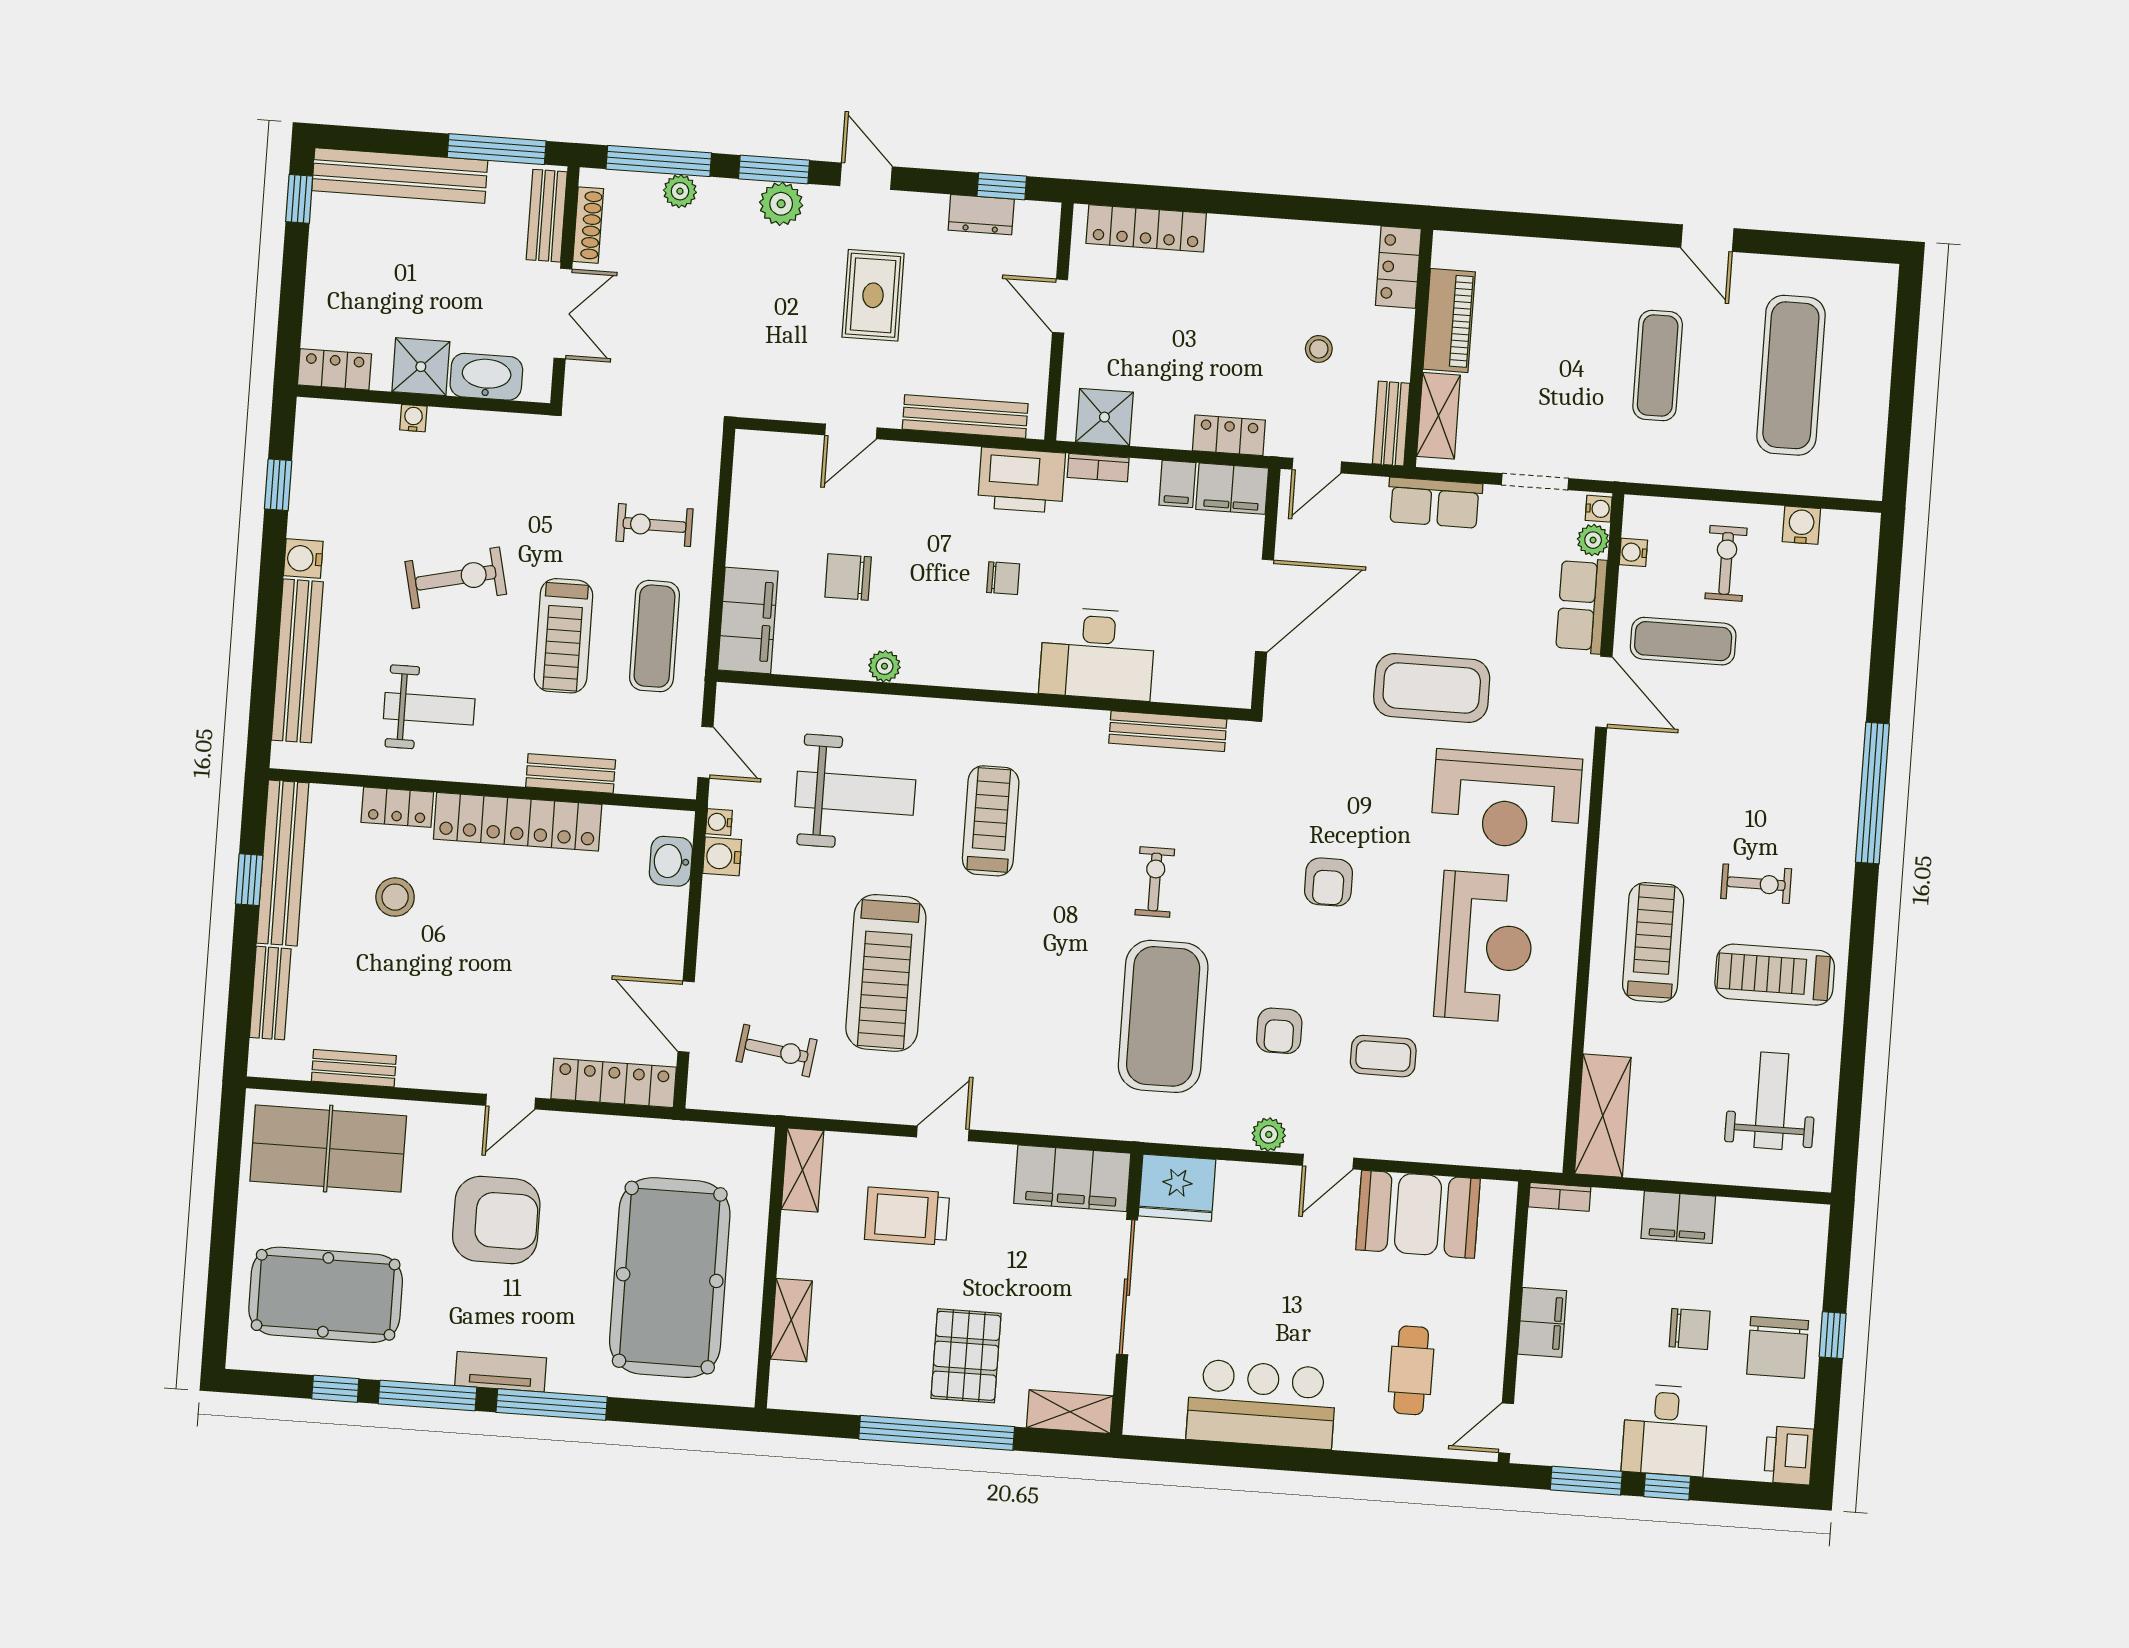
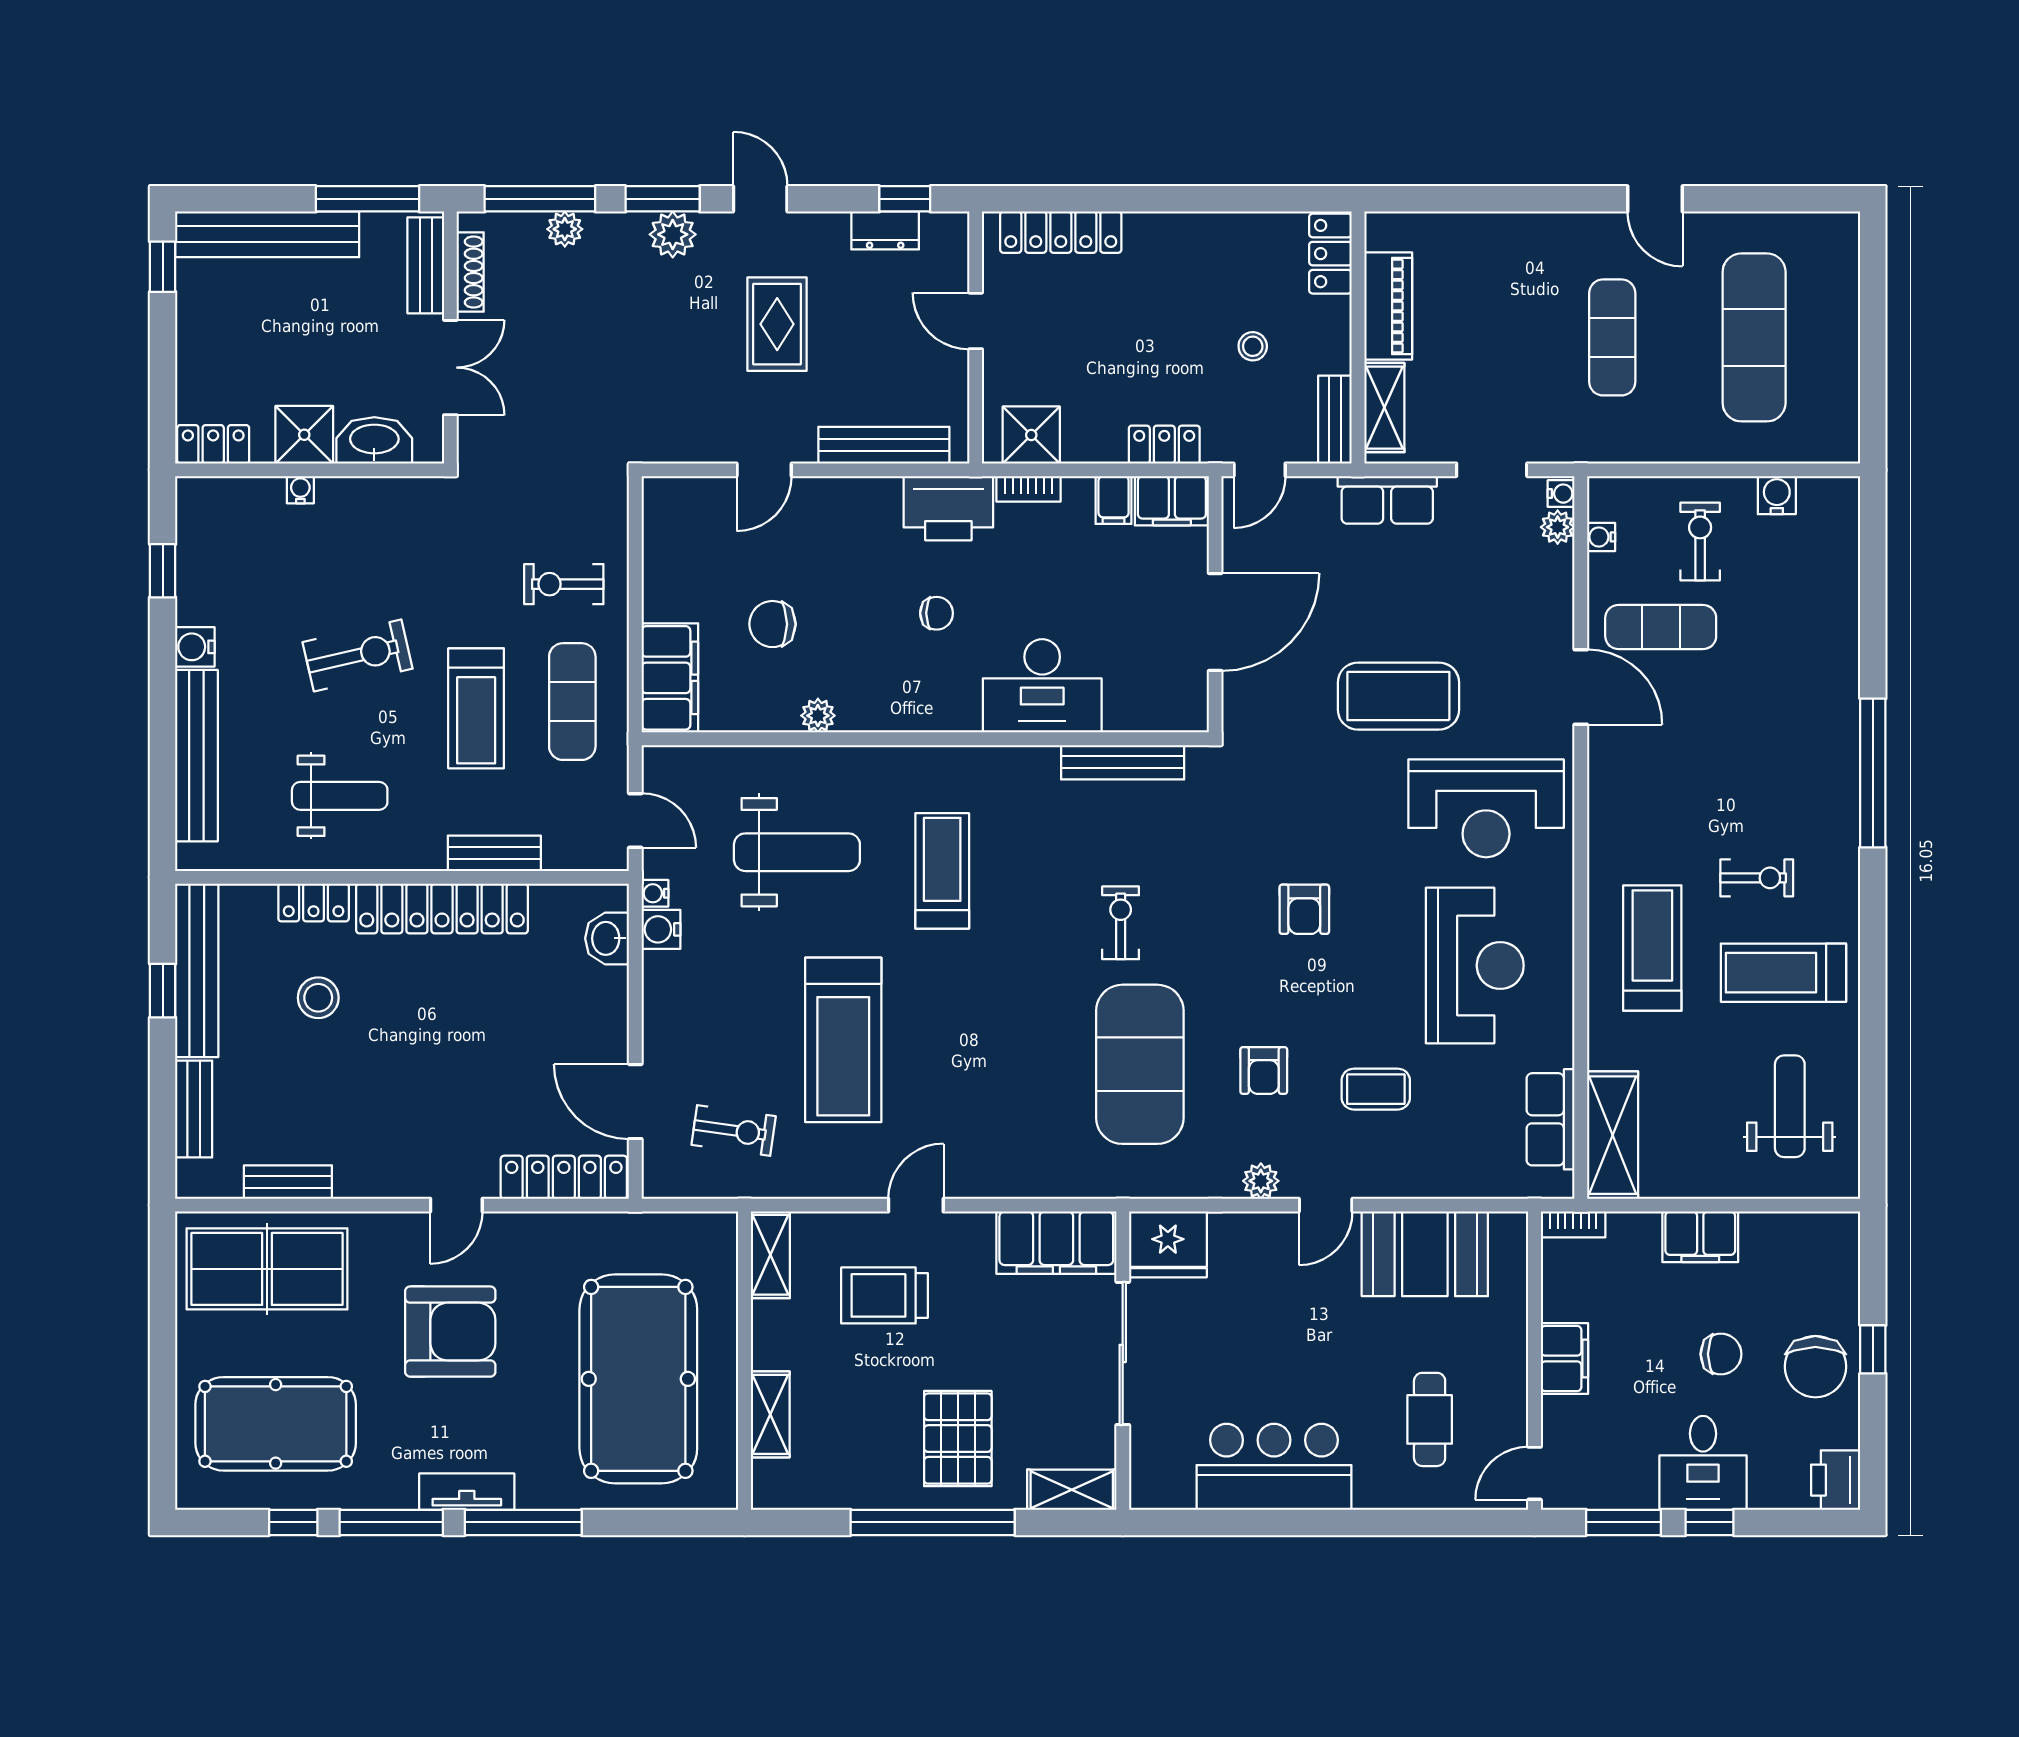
row of seats: (1582, 606) -> (1550, 1119), moved

